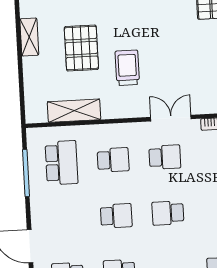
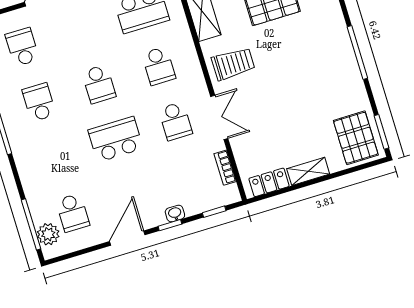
trolley: (127, 68) -> (233, 64), moved
school desk: (168, 213) -> (116, 139), width x1.85

